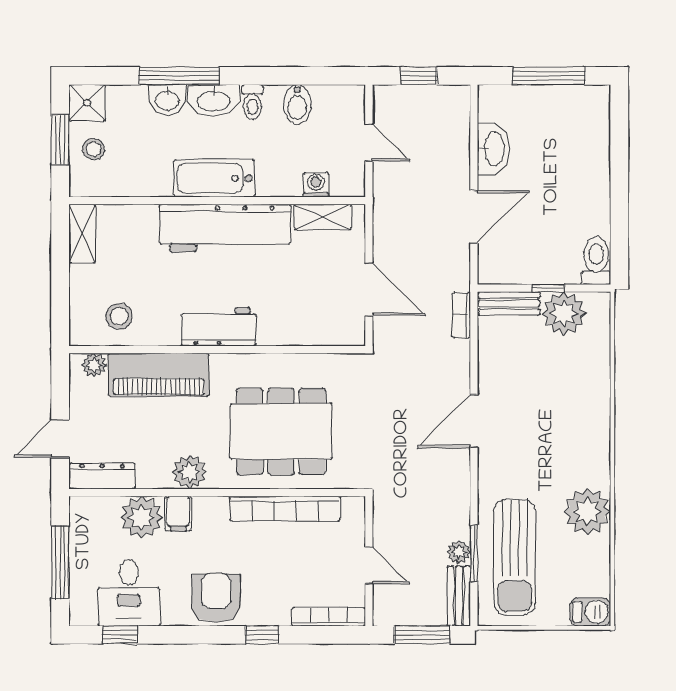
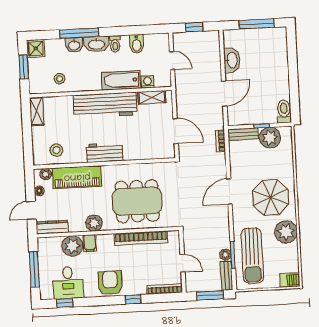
stool: (94, 149) -> (60, 79), moved
bathtub: (214, 178) -> (121, 80), moved
floor lamp: (79, 399) -> (39, 191), added
parasol: (559, 438) -> (271, 197), added

